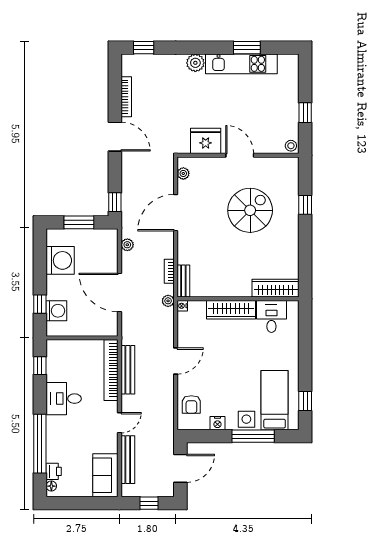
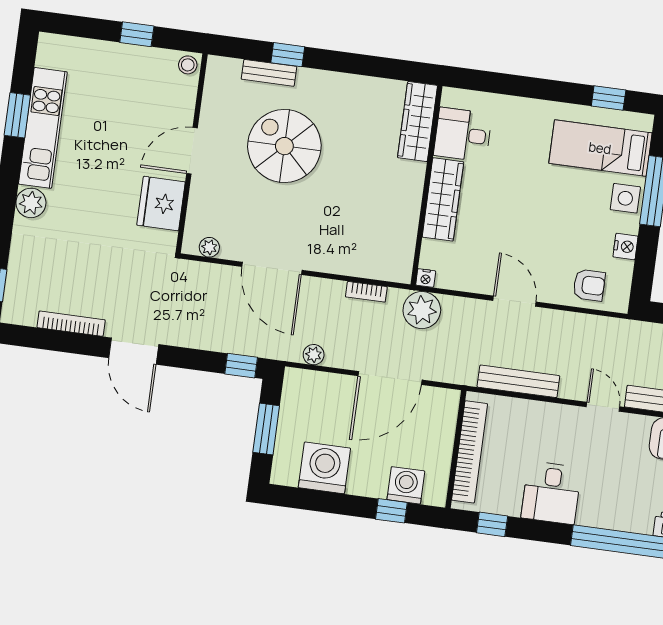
door: (115, 137) -> (134, 351), swing flipped
bench: (183, 281) -> (269, 73), moved
plant: (168, 301) -> (422, 310), width x1.88, depth x1.88
bookcase: (111, 370) -> (470, 452), moved, turned -90

